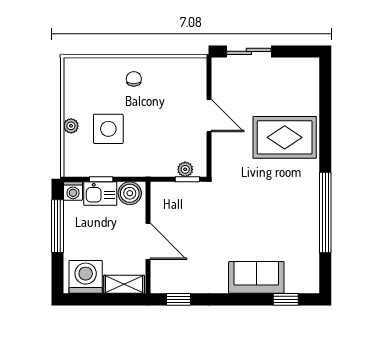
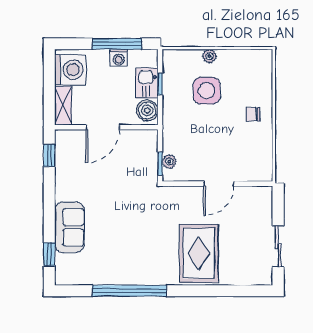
sliding door: (249, 51) -> (278, 246), moved
chair: (134, 79) -> (253, 114), turned 180
washing machine: (73, 191) -> (119, 58), moved, turned -90

